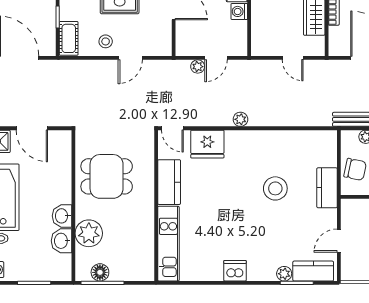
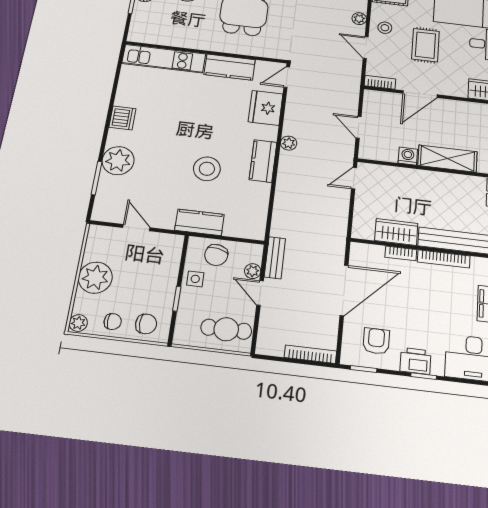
bookcase: (166, 42) -> (380, 82), added
door: (293, 58) -> (354, 178), moved
plant: (198, 67) -> (359, 19), moved
kitchen counter: (313, 271) -> (263, 161), moved, turned 180
plant: (284, 274) -> (118, 161), width x1.87, depth x1.87

